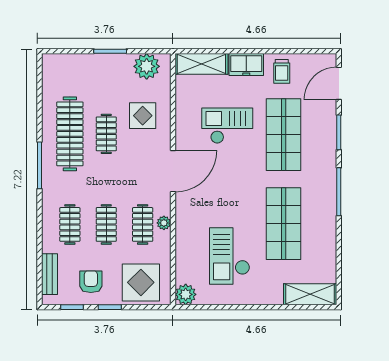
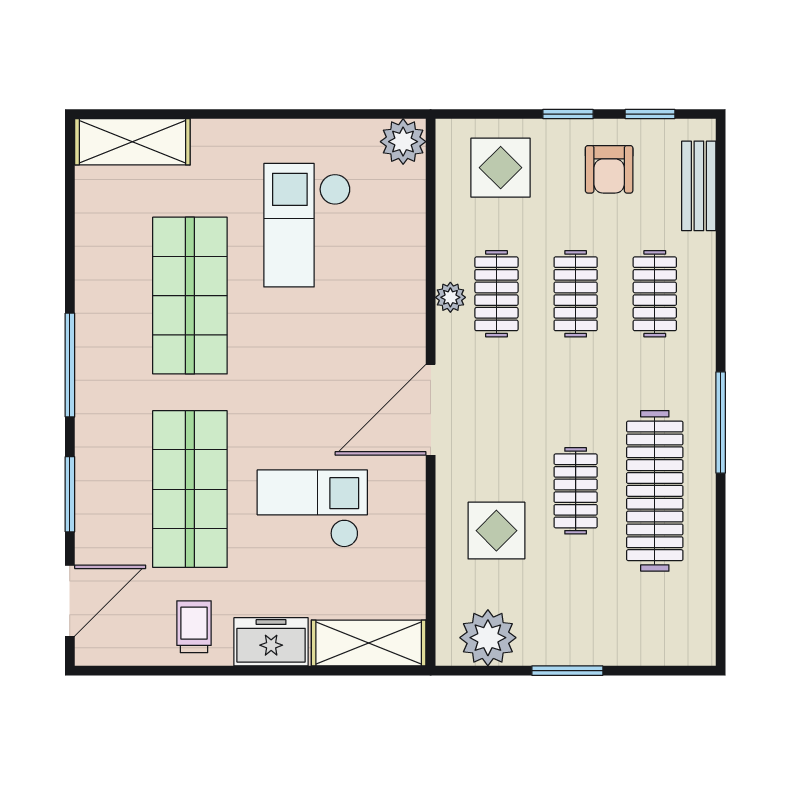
checkout: (227, 126) -> (312, 509), turned 180
checkout: (230, 256) -> (307, 225), turned 180
display table: (141, 282) -> (501, 168), width x0.73, depth x0.73

